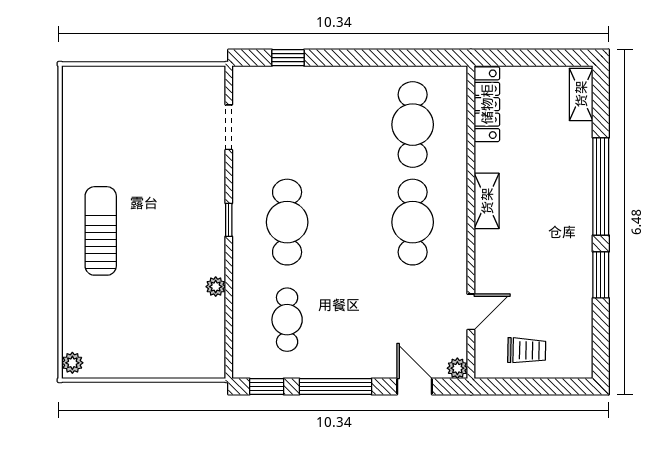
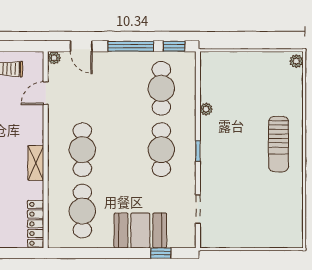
booth: (320, 94) -> (140, 230), added
cafe table: (287, 320) -> (161, 88), width x1.37, depth x1.35

